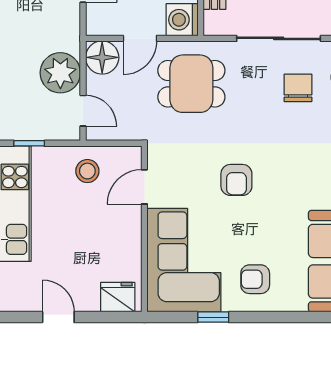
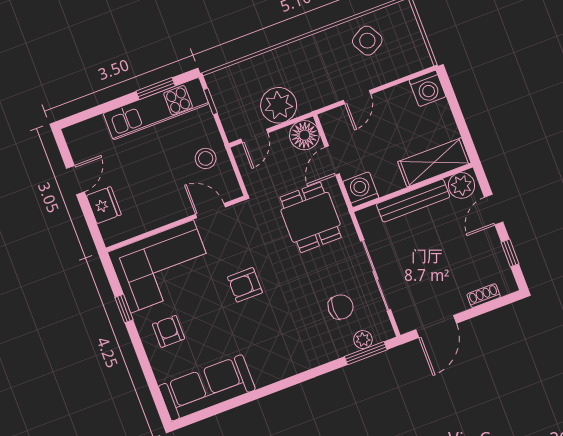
door: (140, 38) -> (332, 160), hinge flipped
fridge: (118, 297) -> (104, 205), moved

